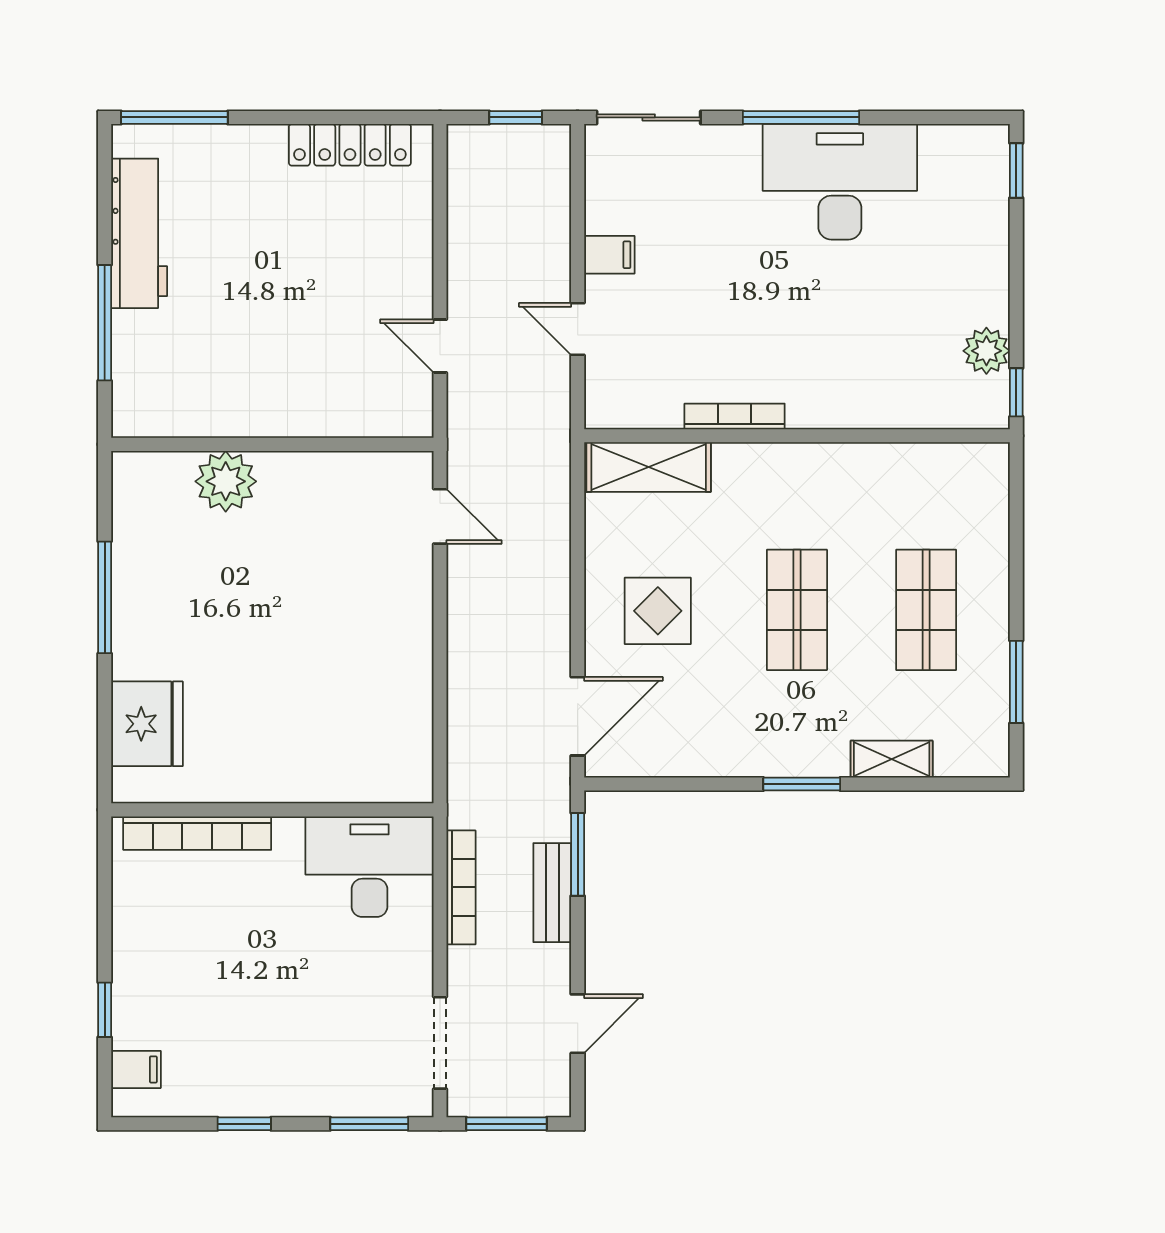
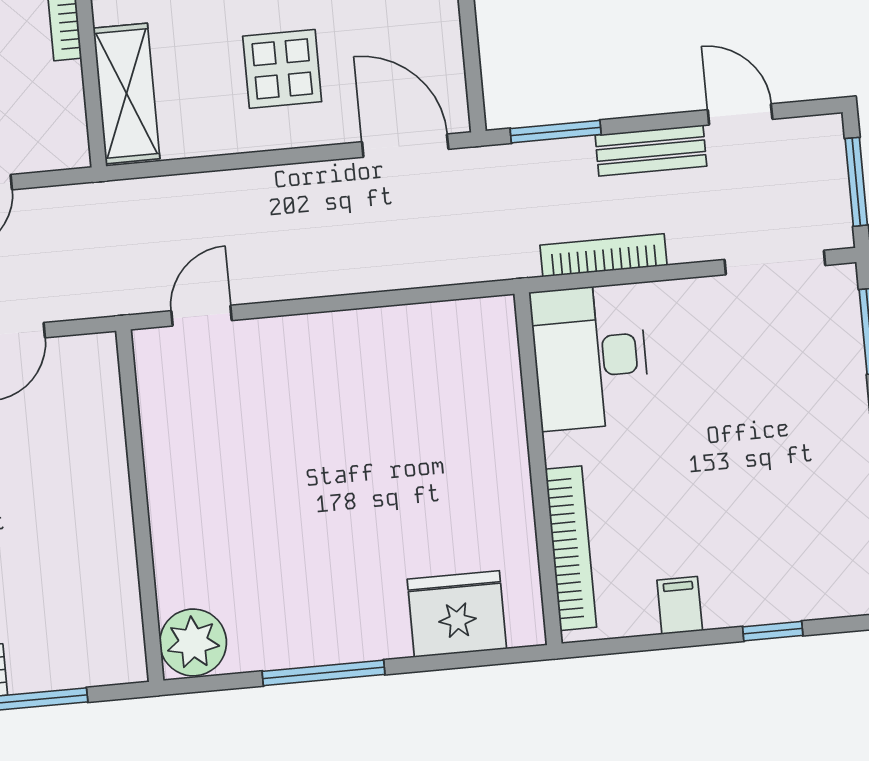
plant: (226, 481) -> (193, 642), moved
bench: (552, 893) -> (651, 151), moved
filing cabinet: (136, 1069) -> (680, 605), moved

